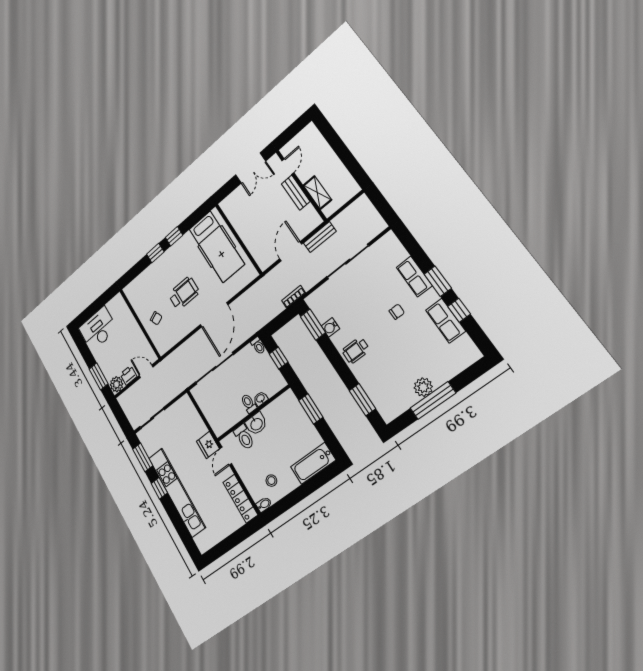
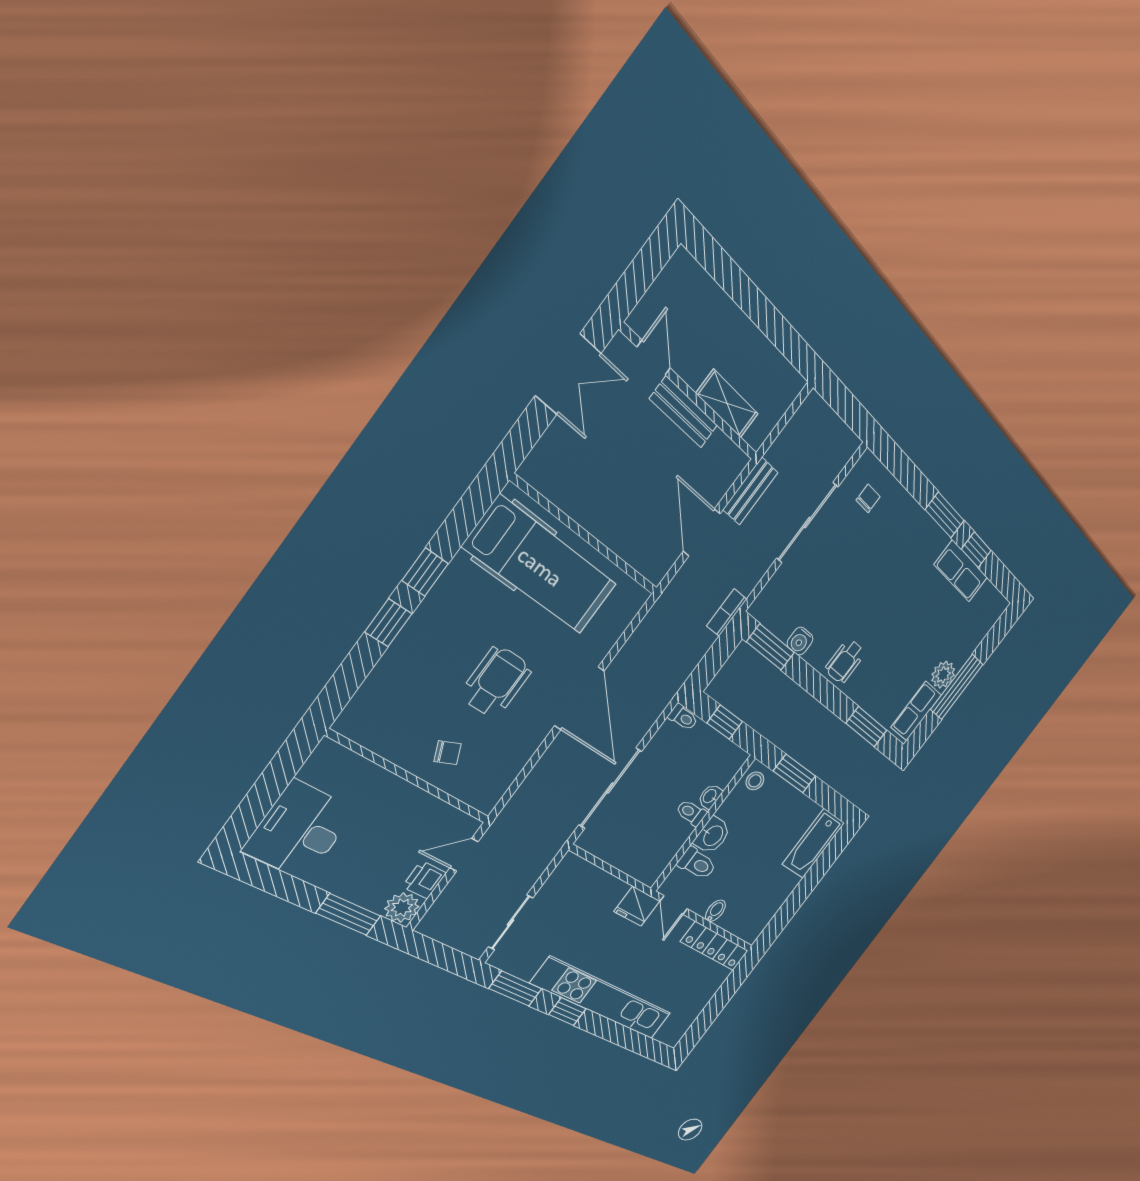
row of seats: (414, 276) -> (916, 711), moved, turned 90
chair: (397, 312) -> (868, 498), moved
stool: (271, 481) -> (755, 781), moved
bidet: (264, 504) -> (715, 911), moved

